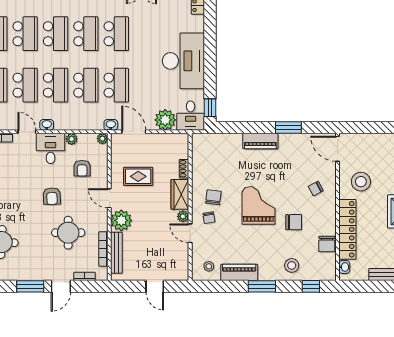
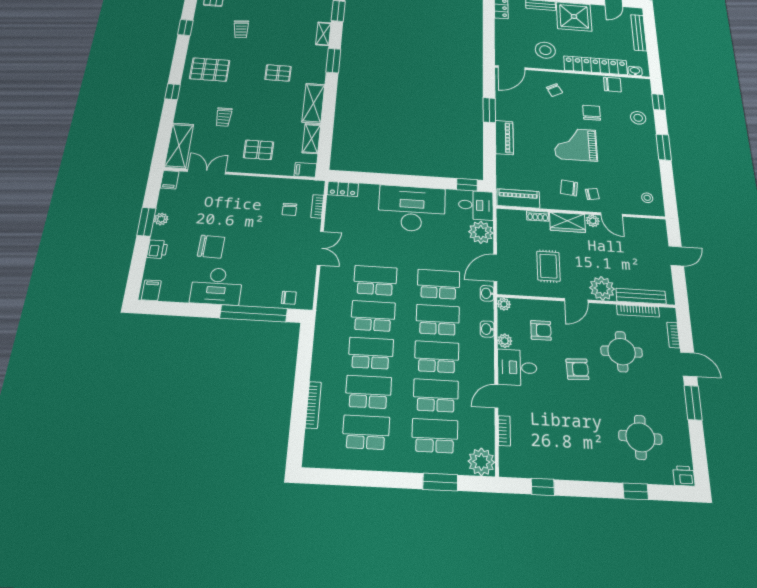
washbasin: (47, 125) -> (487, 329), moved
door: (190, 233) -> (612, 215), hinge flipped
piano: (239, 272) -> (518, 198), moved, turned 90

